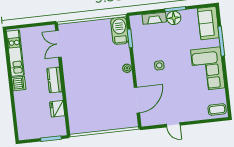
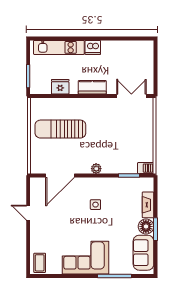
sofa: (208, 23) -> (143, 253), moved, turned -90
barbecue: (120, 31) -> (146, 168), width x0.53, depth x0.65
kitchen unit: (15, 53) -> (59, 47), moved
door: (137, 100) -> (60, 176), hinge flipped
sun lounger: (95, 104) -> (60, 129), added
door: (173, 125) -> (28, 213), hinge flipped

